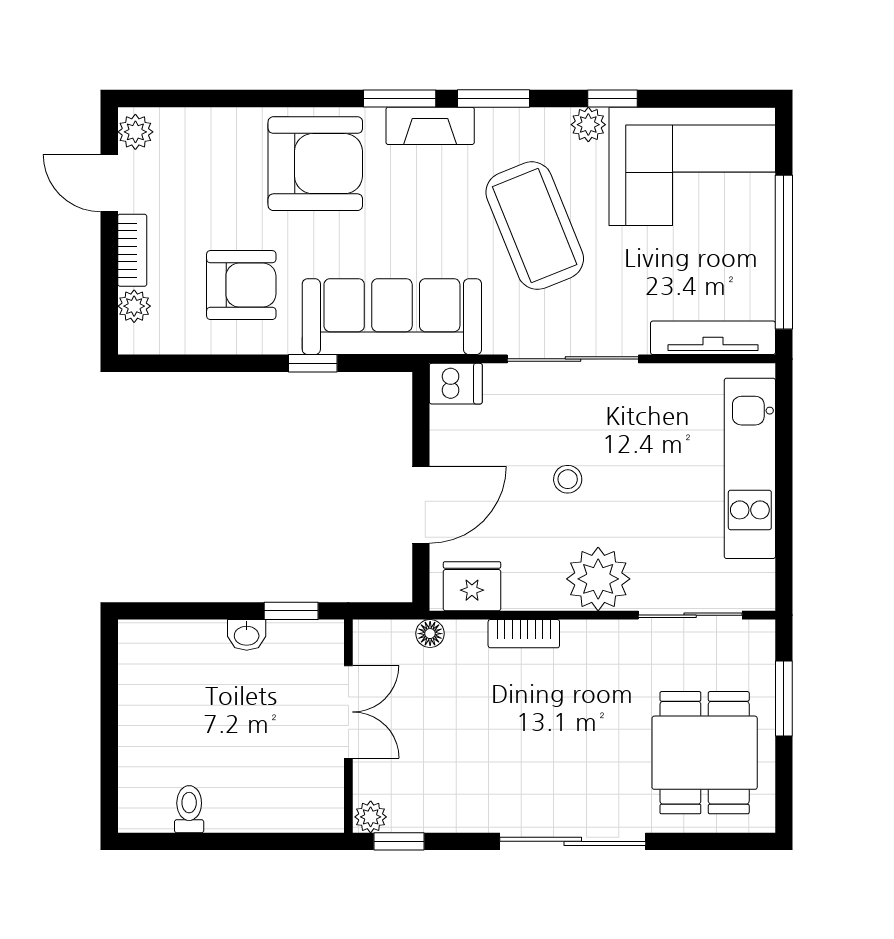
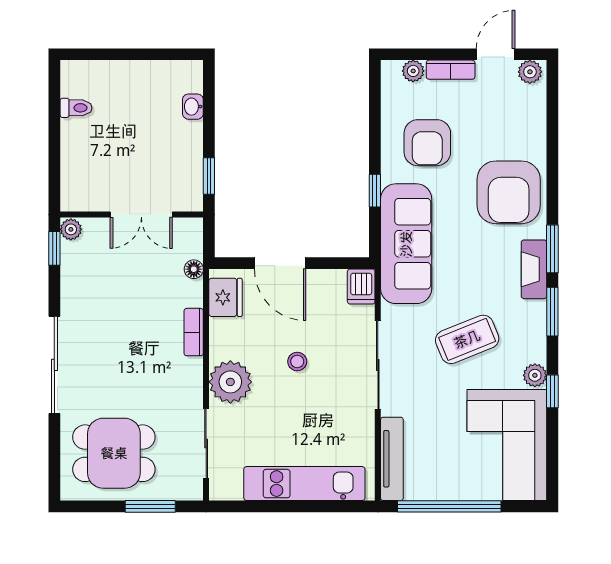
coffee table: (535, 226) -> (467, 339), width x0.73, depth x0.76
washbasin: (247, 635) -> (193, 107), moved

